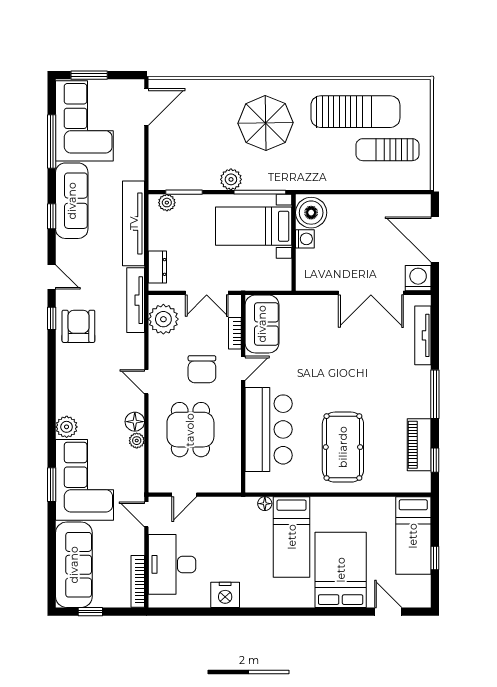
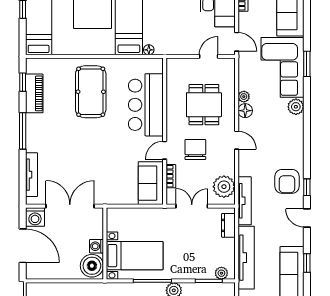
boiler: (311, 213) -> (92, 266), moved
bed with nightstands: (254, 226) -> (135, 256), moved
washing machine: (305, 239) -> (97, 246), moved
wall: (294, 243) -> (105, 244), moved

